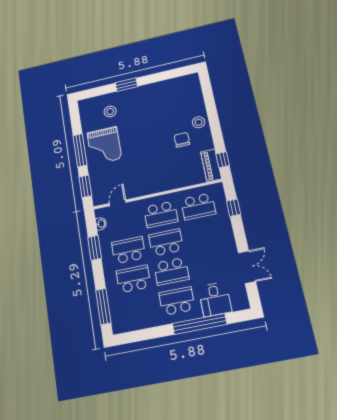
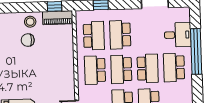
stool: (199, 122) -> (30, 22), moved
school desk: (161, 214) -> (95, 70), turned 180
school desk: (204, 235) -> (120, 35), added

